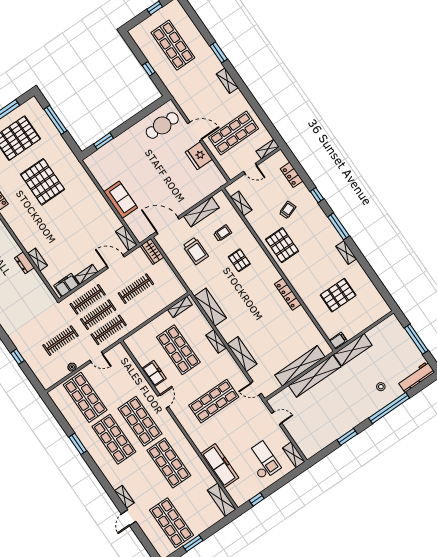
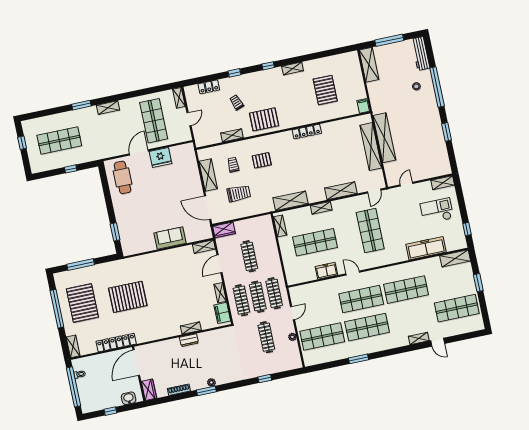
shelving: (241, 203) -> (232, 135), moved
door: (168, 225) -> (208, 208), hinge flipped
window: (339, 226) -> (268, 66), width x0.46
shelving: (353, 350) -> (369, 65), moved
window: (193, 543) -> (478, 283), moved

